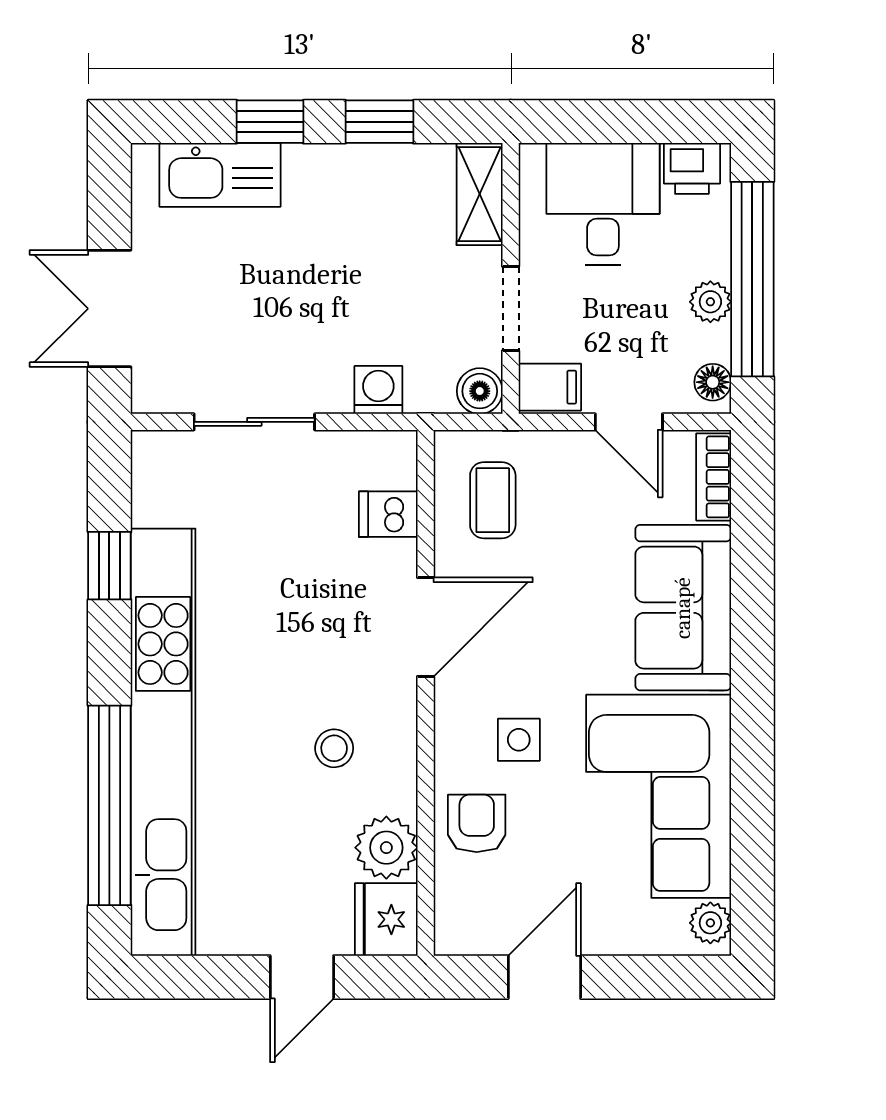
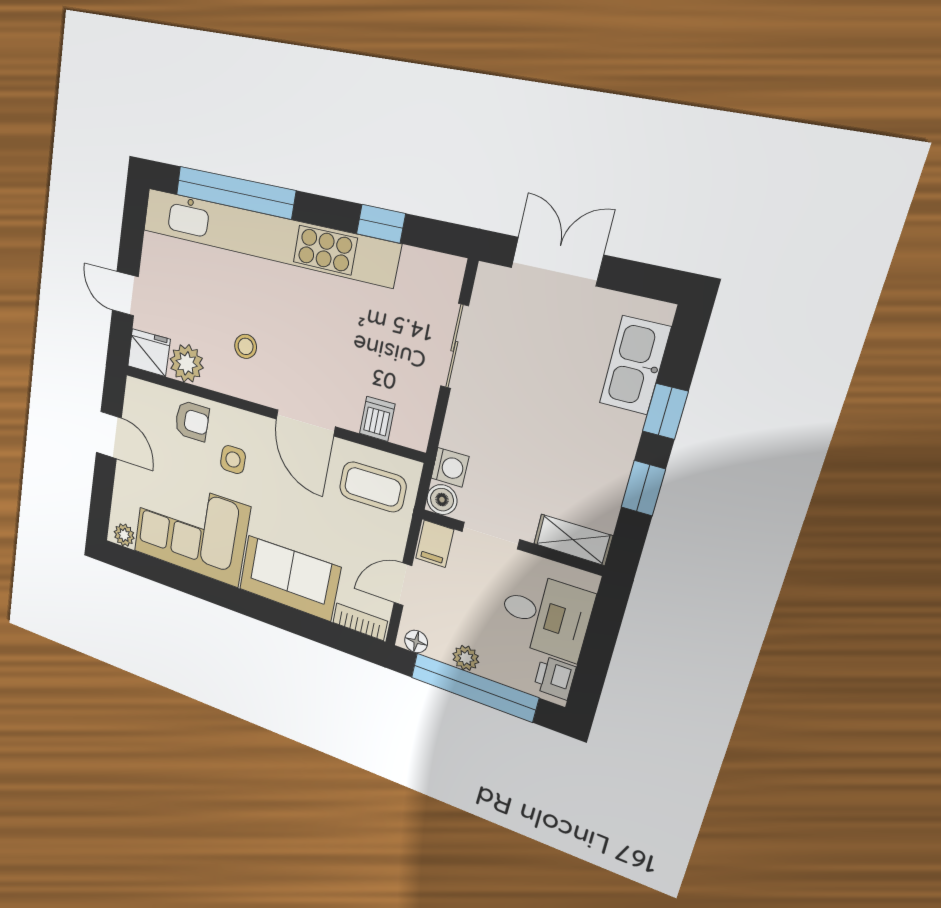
washing machine: (378, 390) -> (450, 467), moved
coffee table: (493, 500) -> (373, 487), width x1.36, depth x1.30

